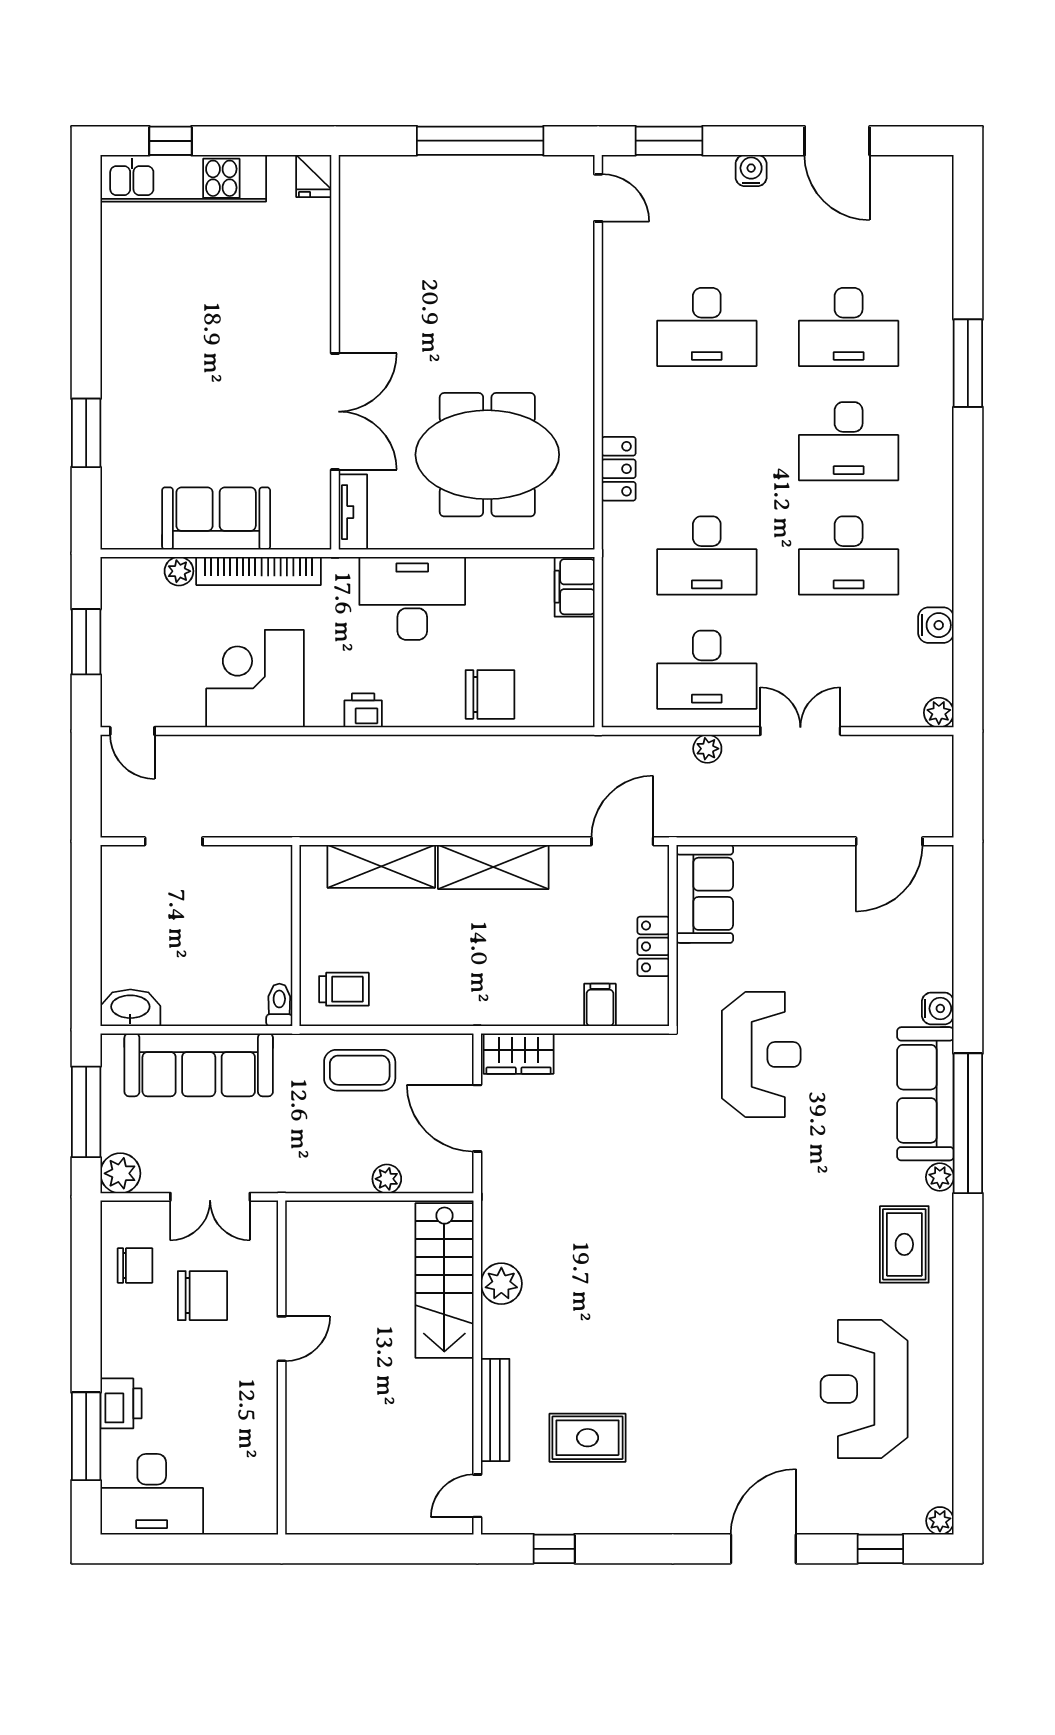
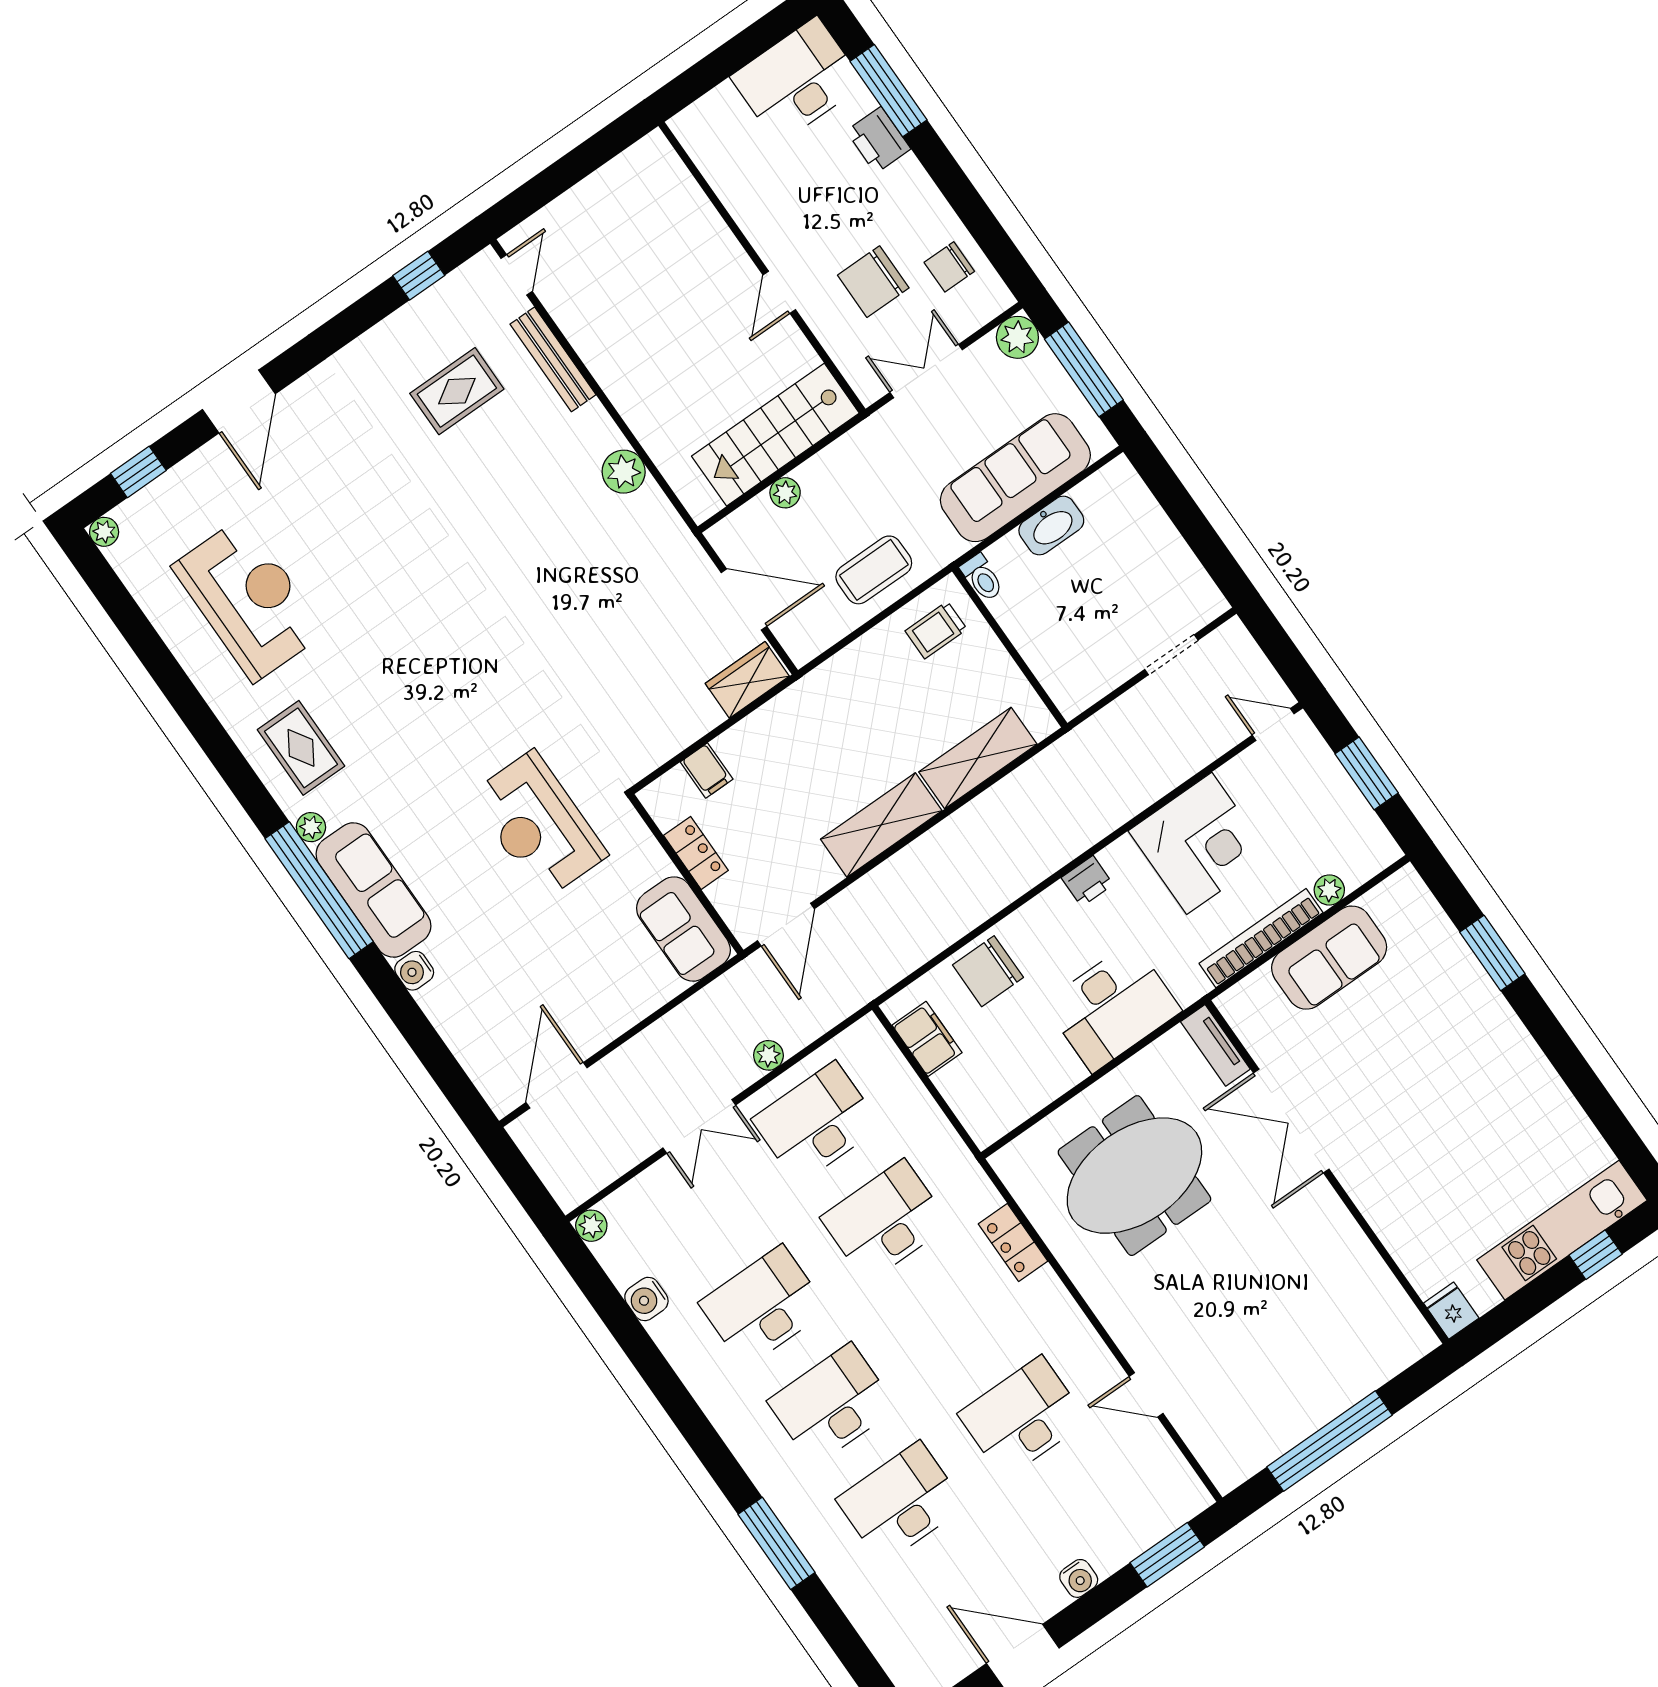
door: (598, 198) -> (1146, 1395), moved
filing cabinet: (575, 587) -> (927, 1039), moved
washbasin: (130, 1008) -> (1051, 526), moved
stairs: (444, 1281) -> (775, 435), moved, turned -90

